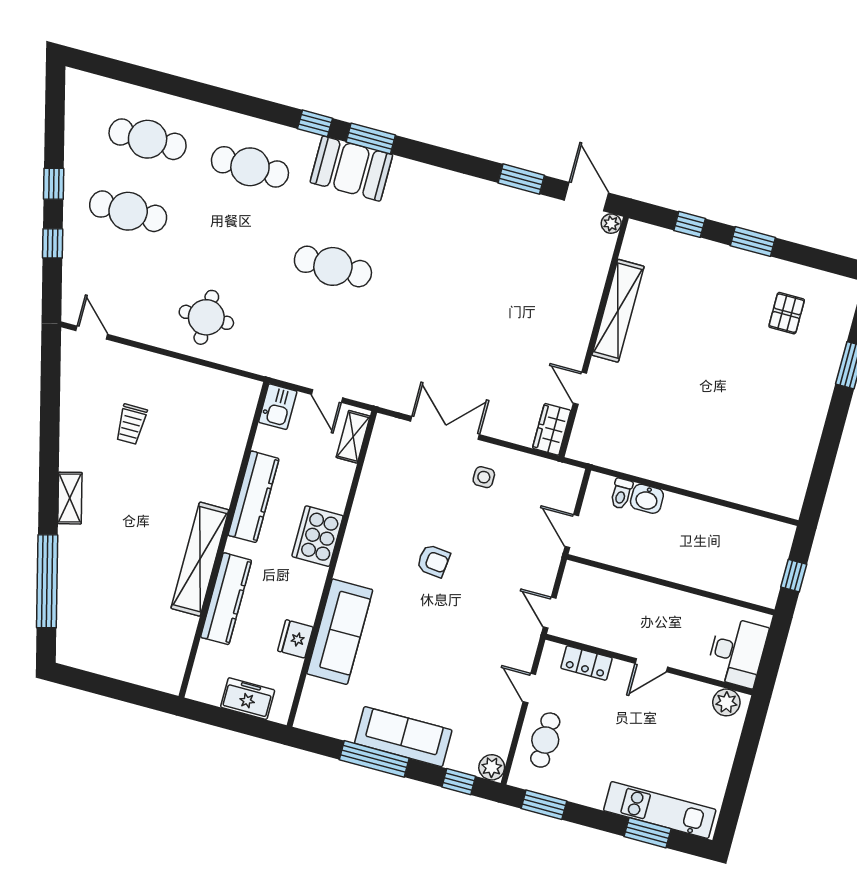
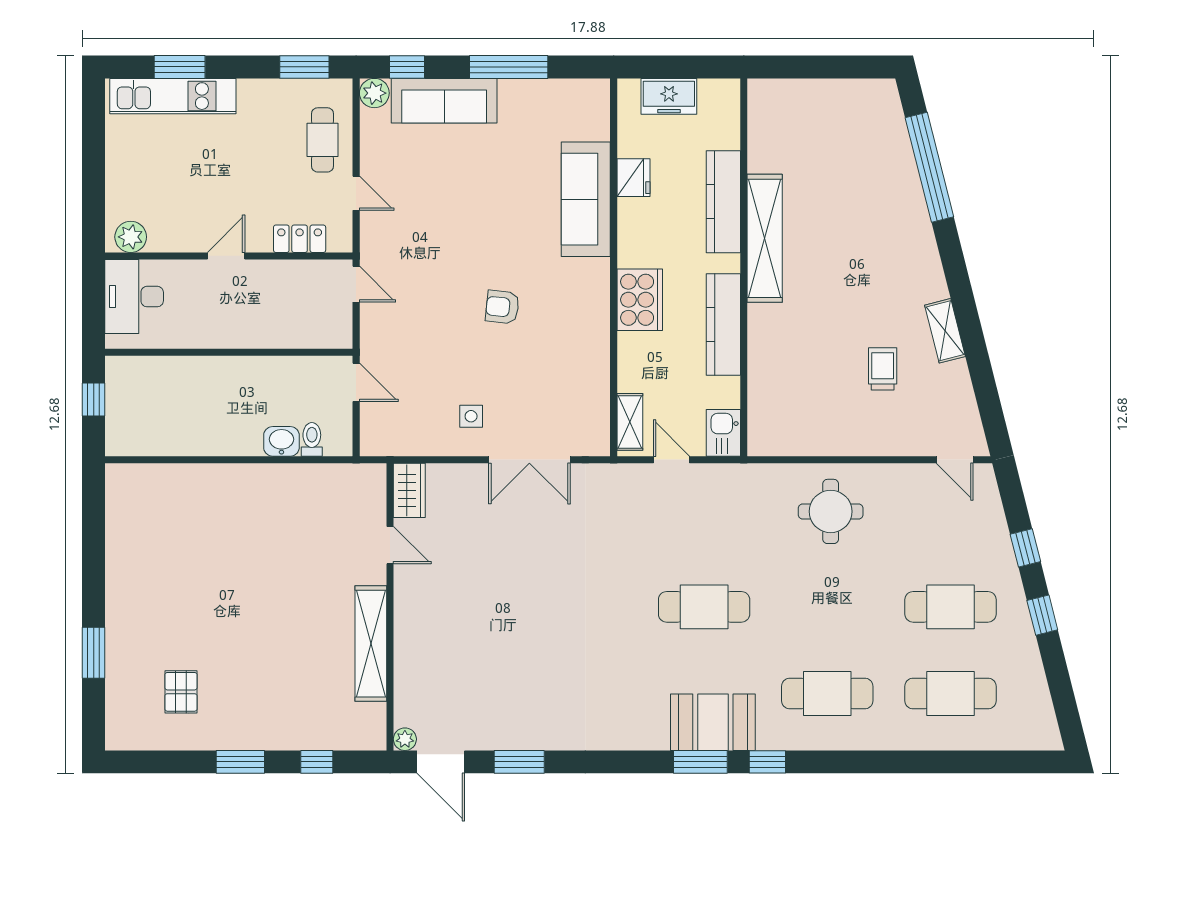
shelving: (70, 498) -> (945, 331), moved
sofa: (403, 737) -> (444, 101), moved

